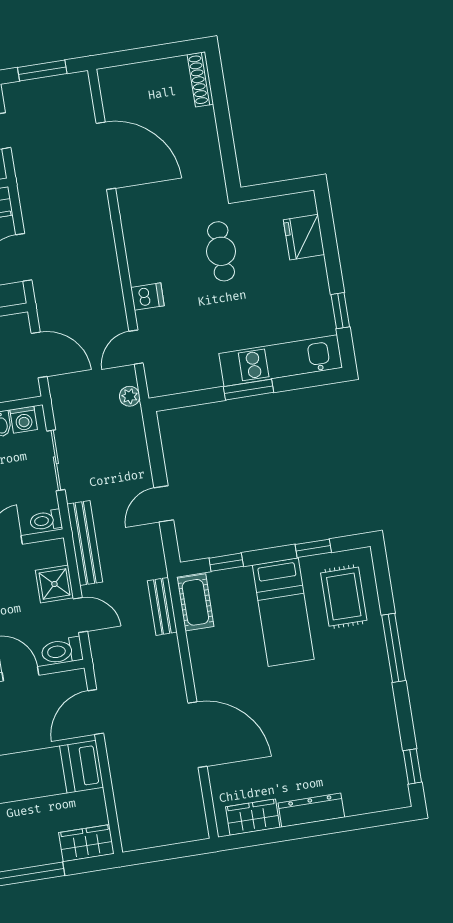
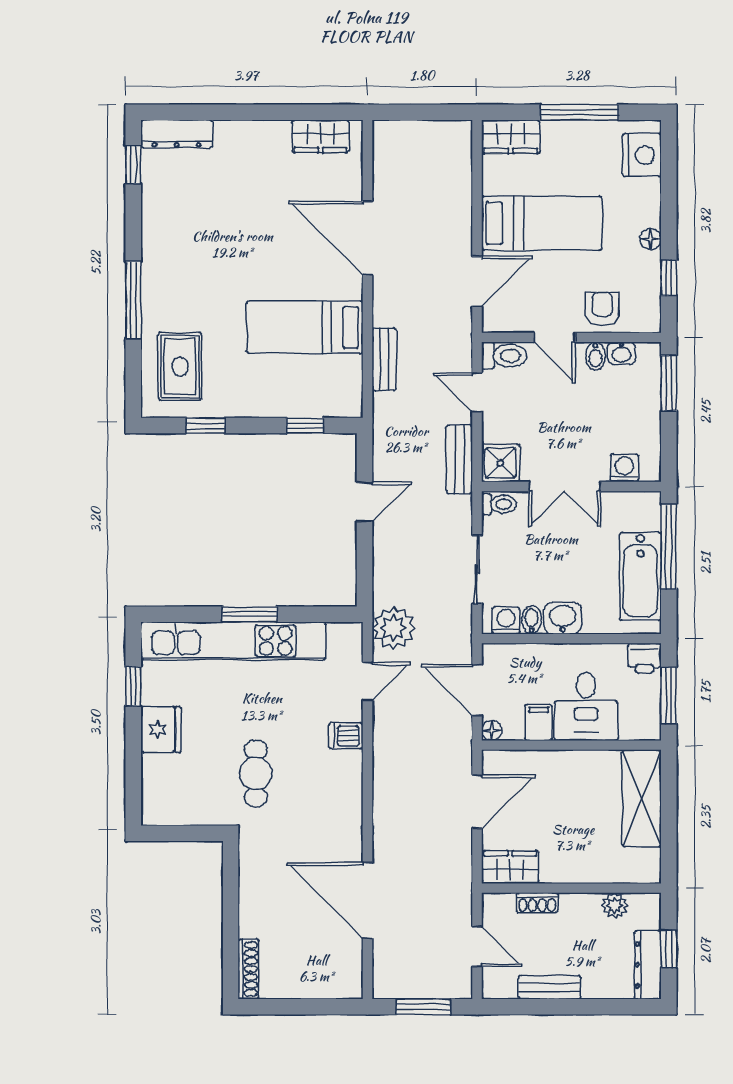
fridge: (304, 237) -> (161, 730), moved
floor lamp: (21, 322) -> (492, 730), added
kitchen unit: (281, 361) -> (233, 641), width x1.36
plant: (130, 396) -> (393, 628), width x1.88, depth x1.88
bench: (85, 543) -> (459, 460), width x0.73
shower: (54, 584) -> (501, 463), moved
cot: (195, 602) -> (347, 386), removed
bench: (162, 606) -> (384, 359), moved
bed: (283, 612) -> (305, 327), moved, turned -90
dresser: (311, 810) -> (177, 134), moved

